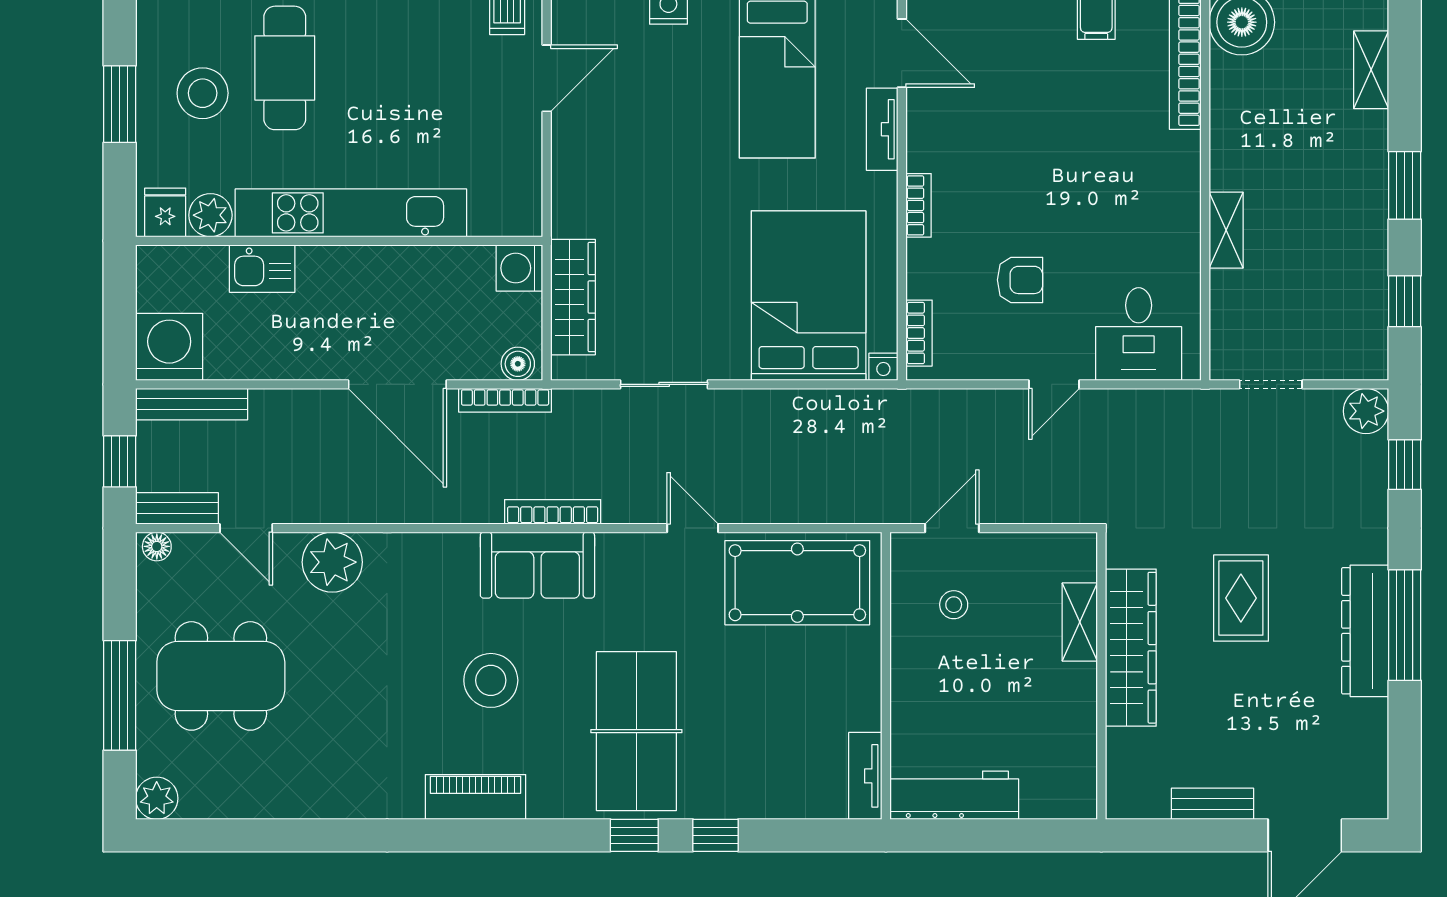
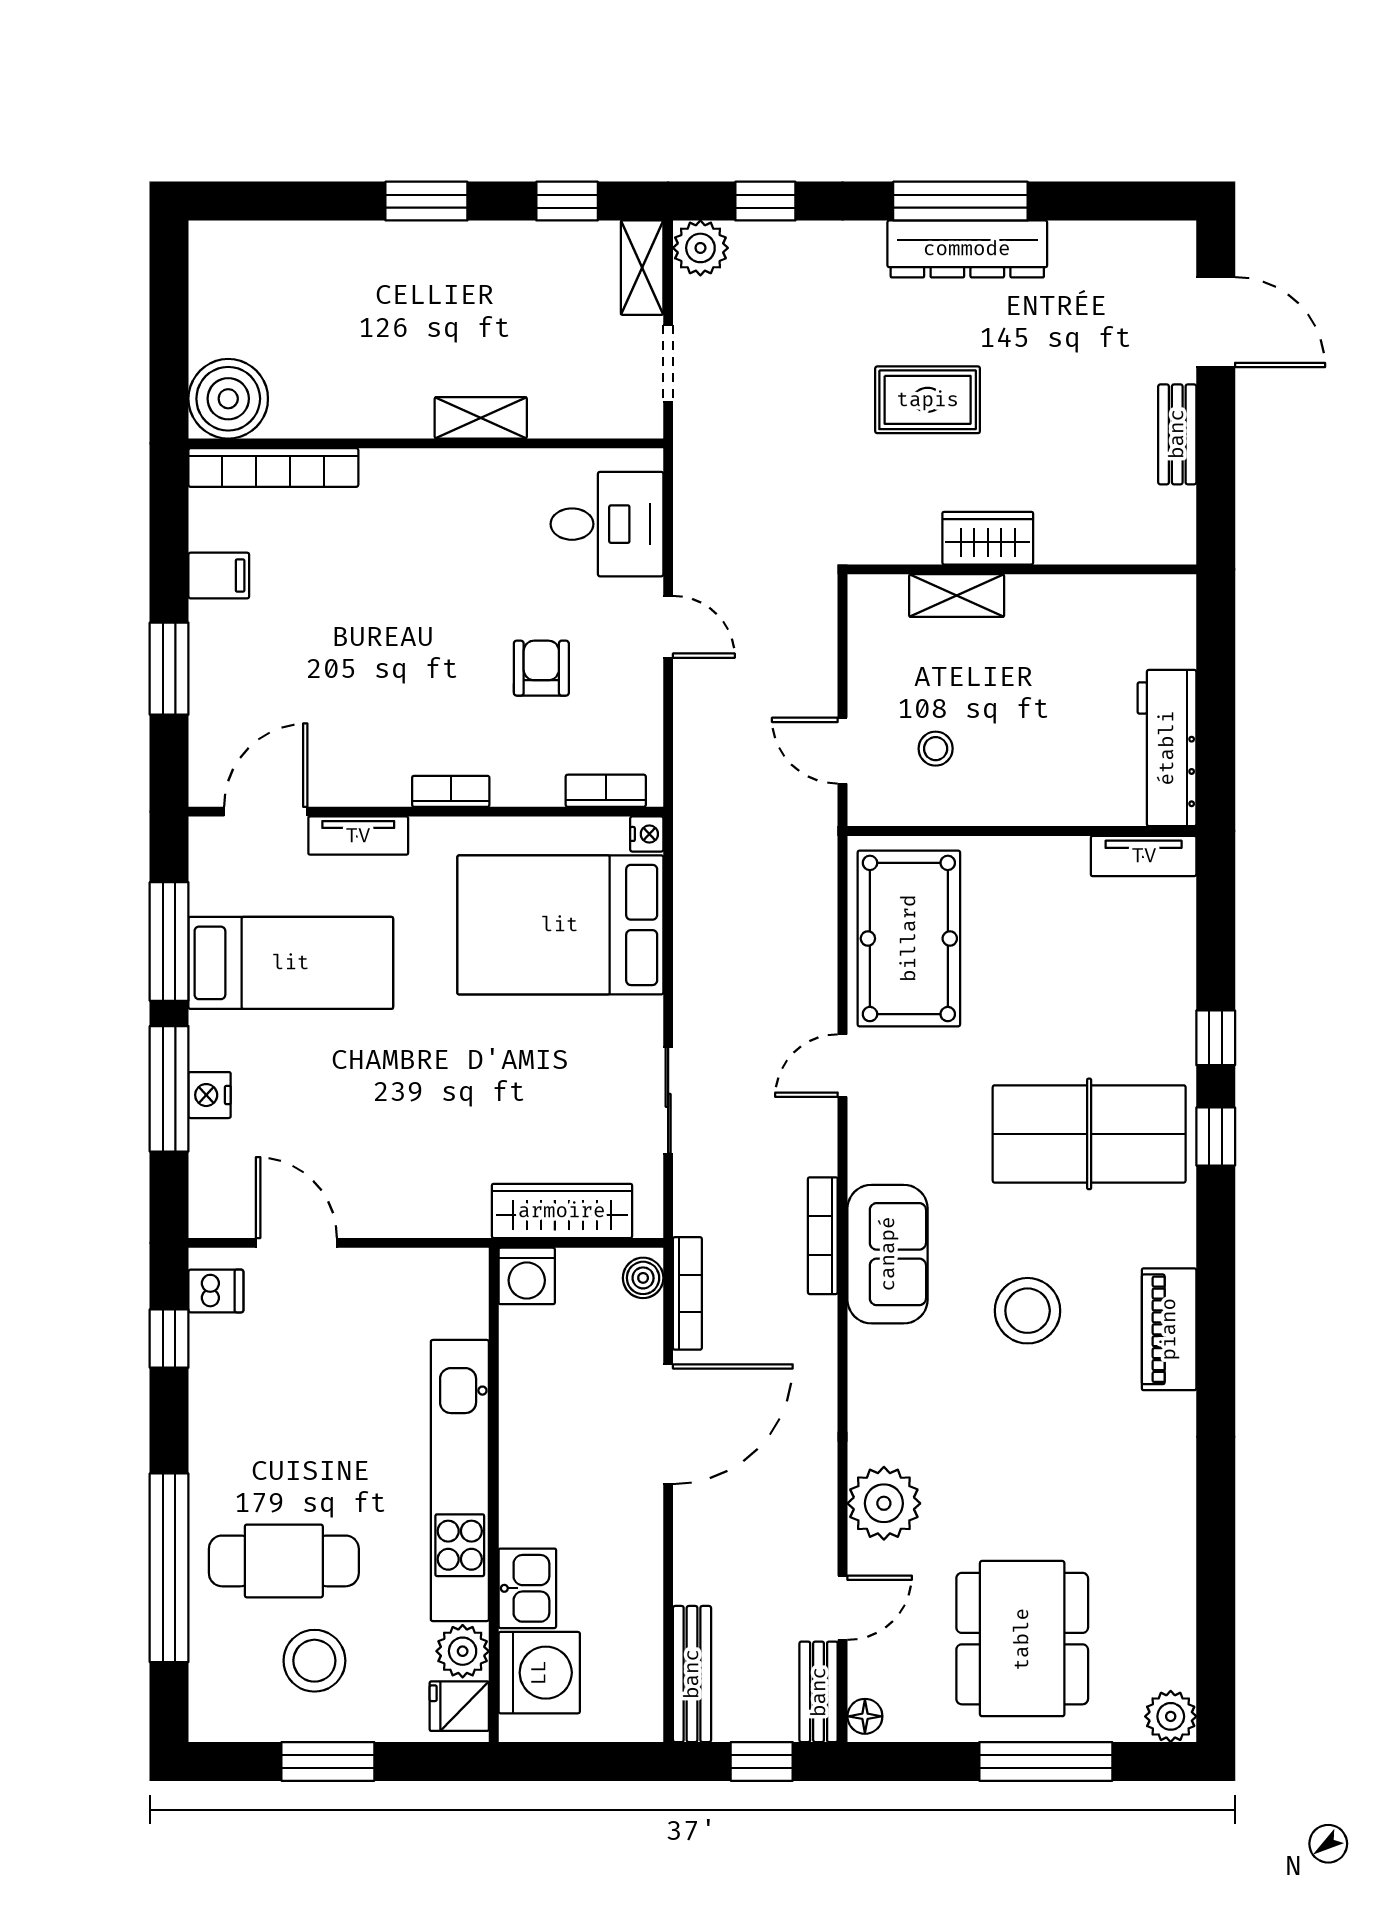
shelving: (1371, 70) -> (642, 268), moved, turned 90
washing machine: (169, 347) -> (539, 1673), moved, turned 180
wardrobe: (1131, 648) -> (988, 538), width x0.48, depth x0.85

